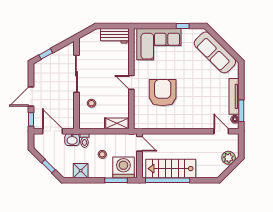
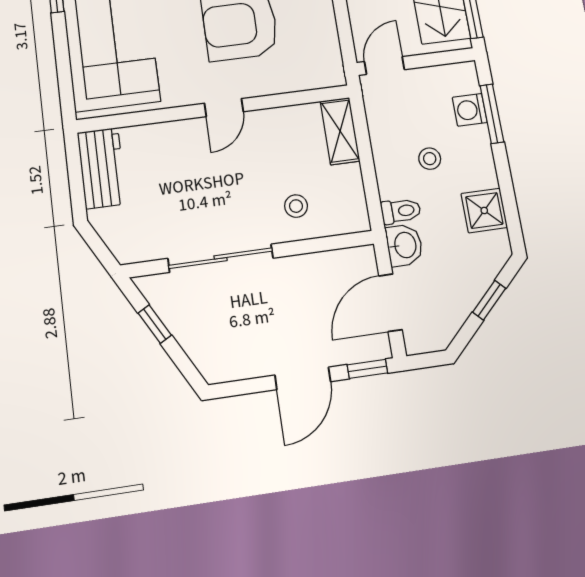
window: (46, 54) -> (155, 324), moved
door: (31, 96) -> (303, 378), hinge flipped
washing machine: (123, 167) -> (470, 110), width x0.53, depth x0.53

